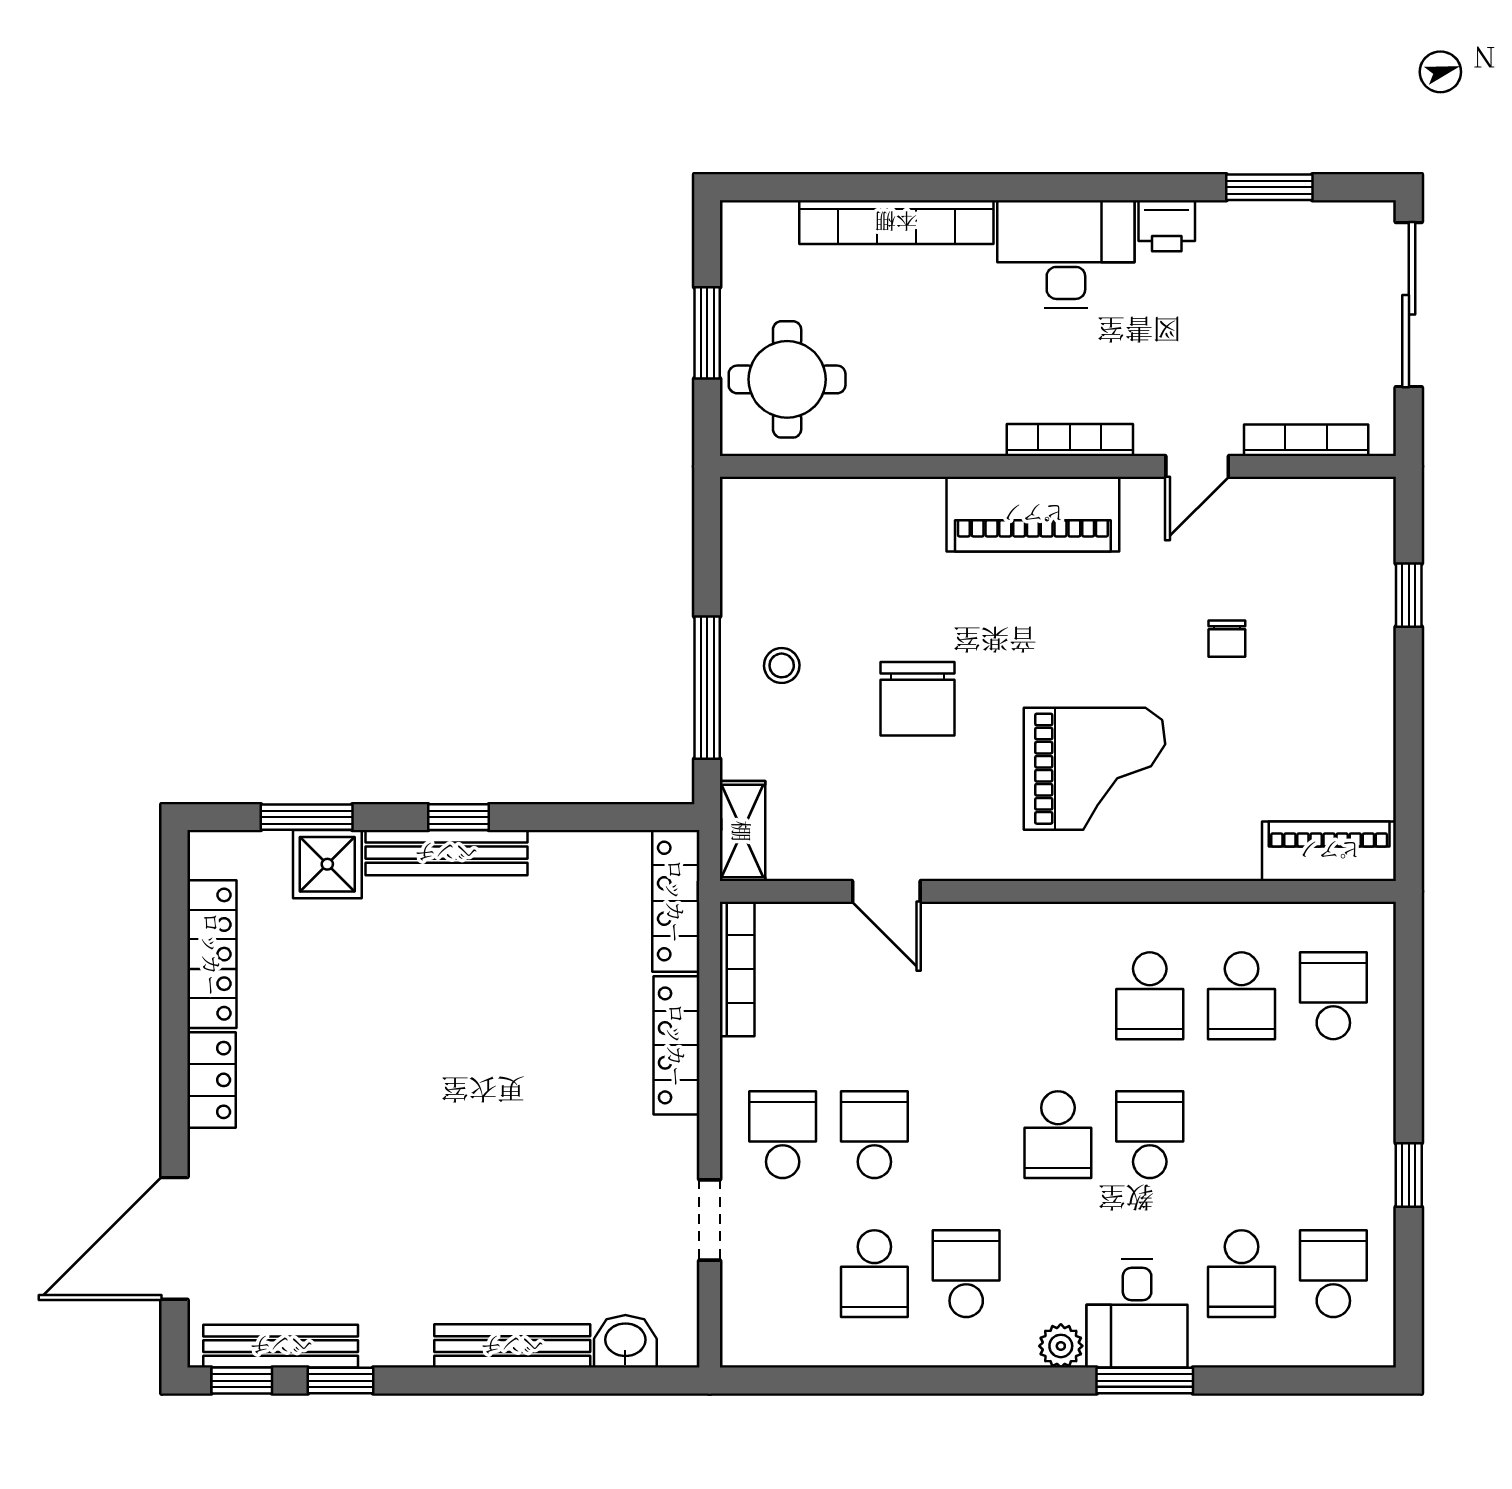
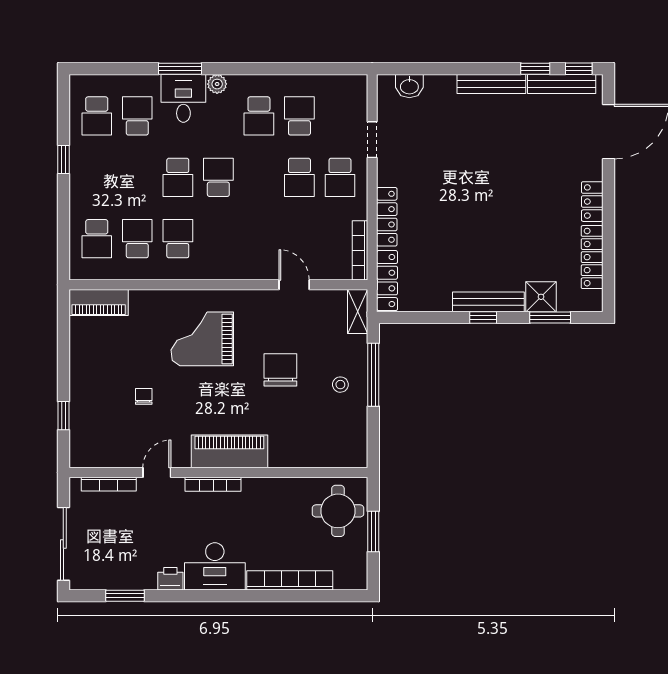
bench: (512, 1346) -> (491, 84), moved

